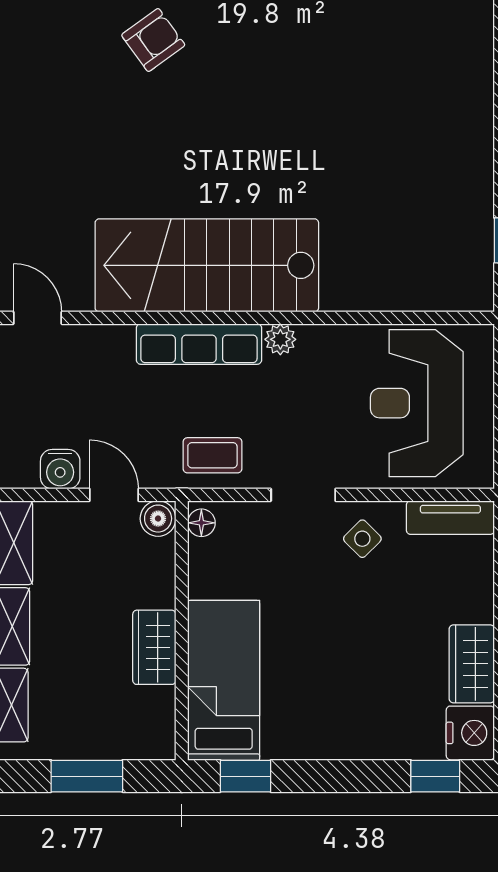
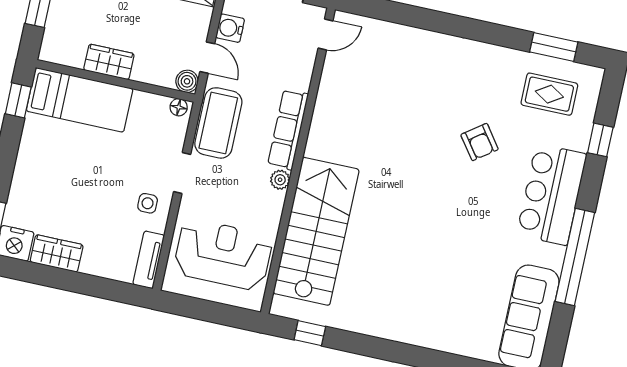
stairs: (207, 265) -> (316, 231), moved
coffee table: (212, 455) -> (218, 123), width x1.86, depth x1.72
door: (114, 495) -> (207, 58), hinge flipped
side table: (362, 539) -> (148, 203), turned 45

